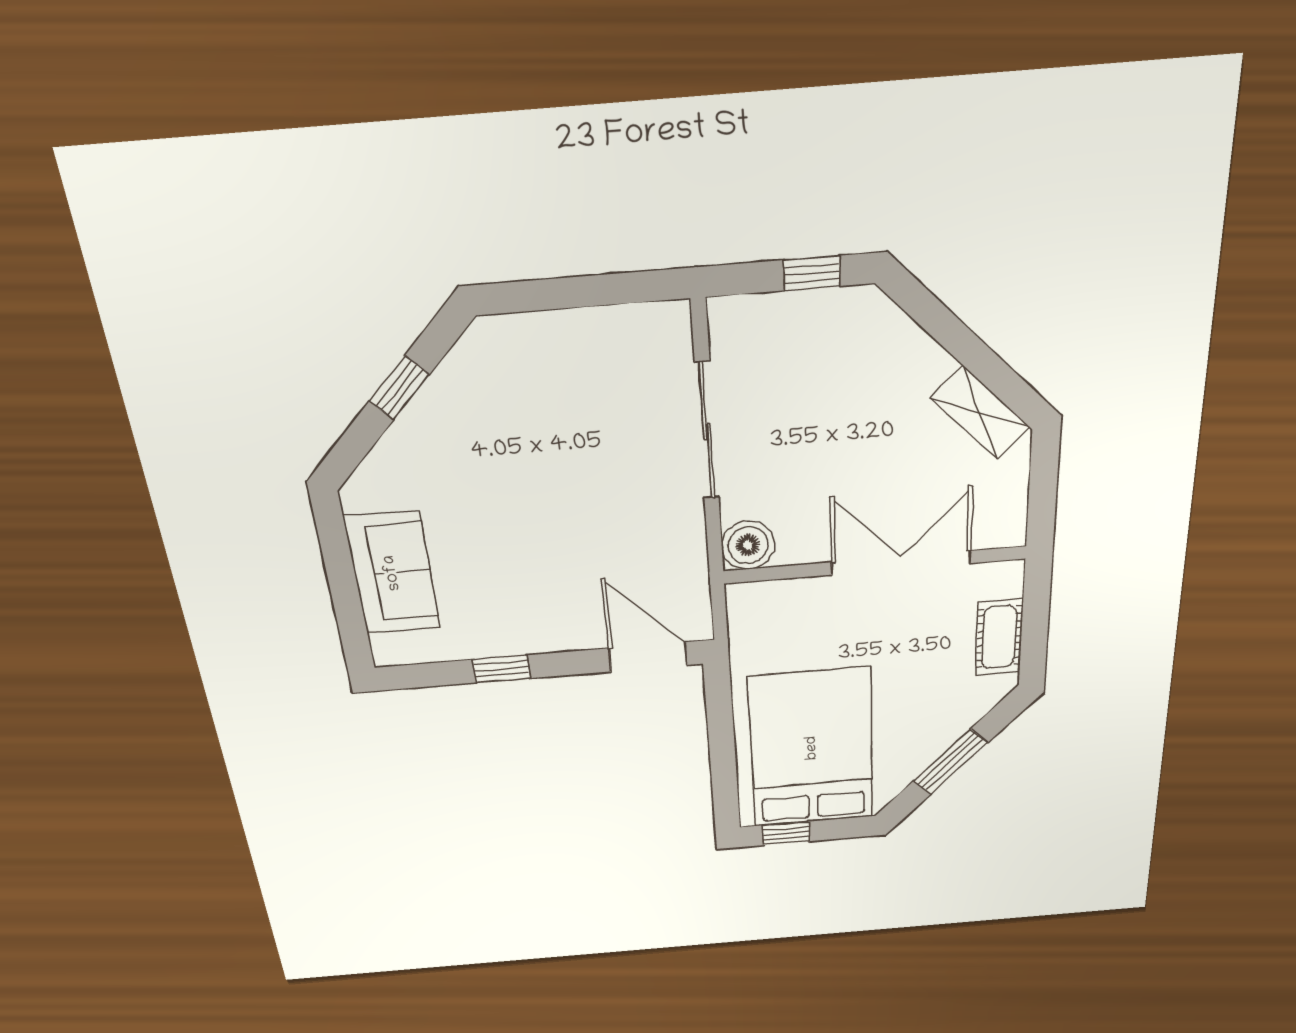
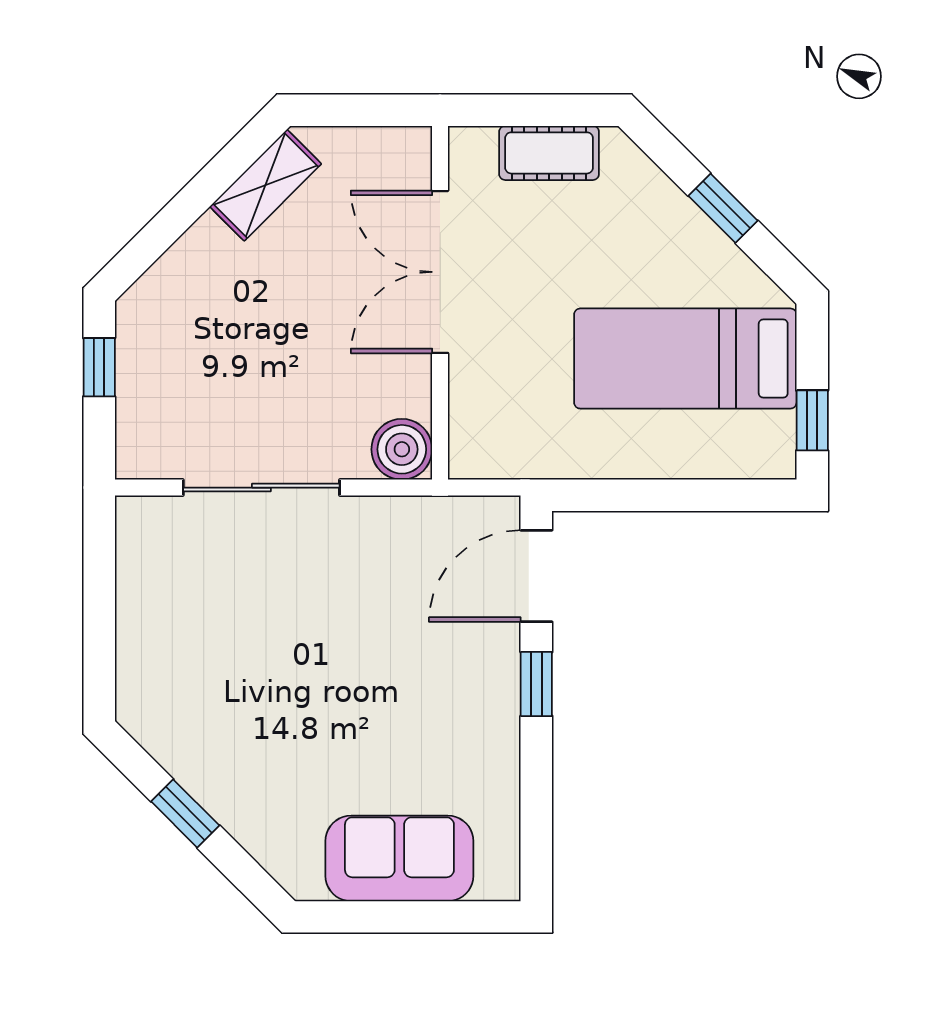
window: (502, 669) -> (536, 684), moved
bed: (812, 748) -> (685, 359), width x0.67
window: (950, 762) -> (723, 208), width x0.67

